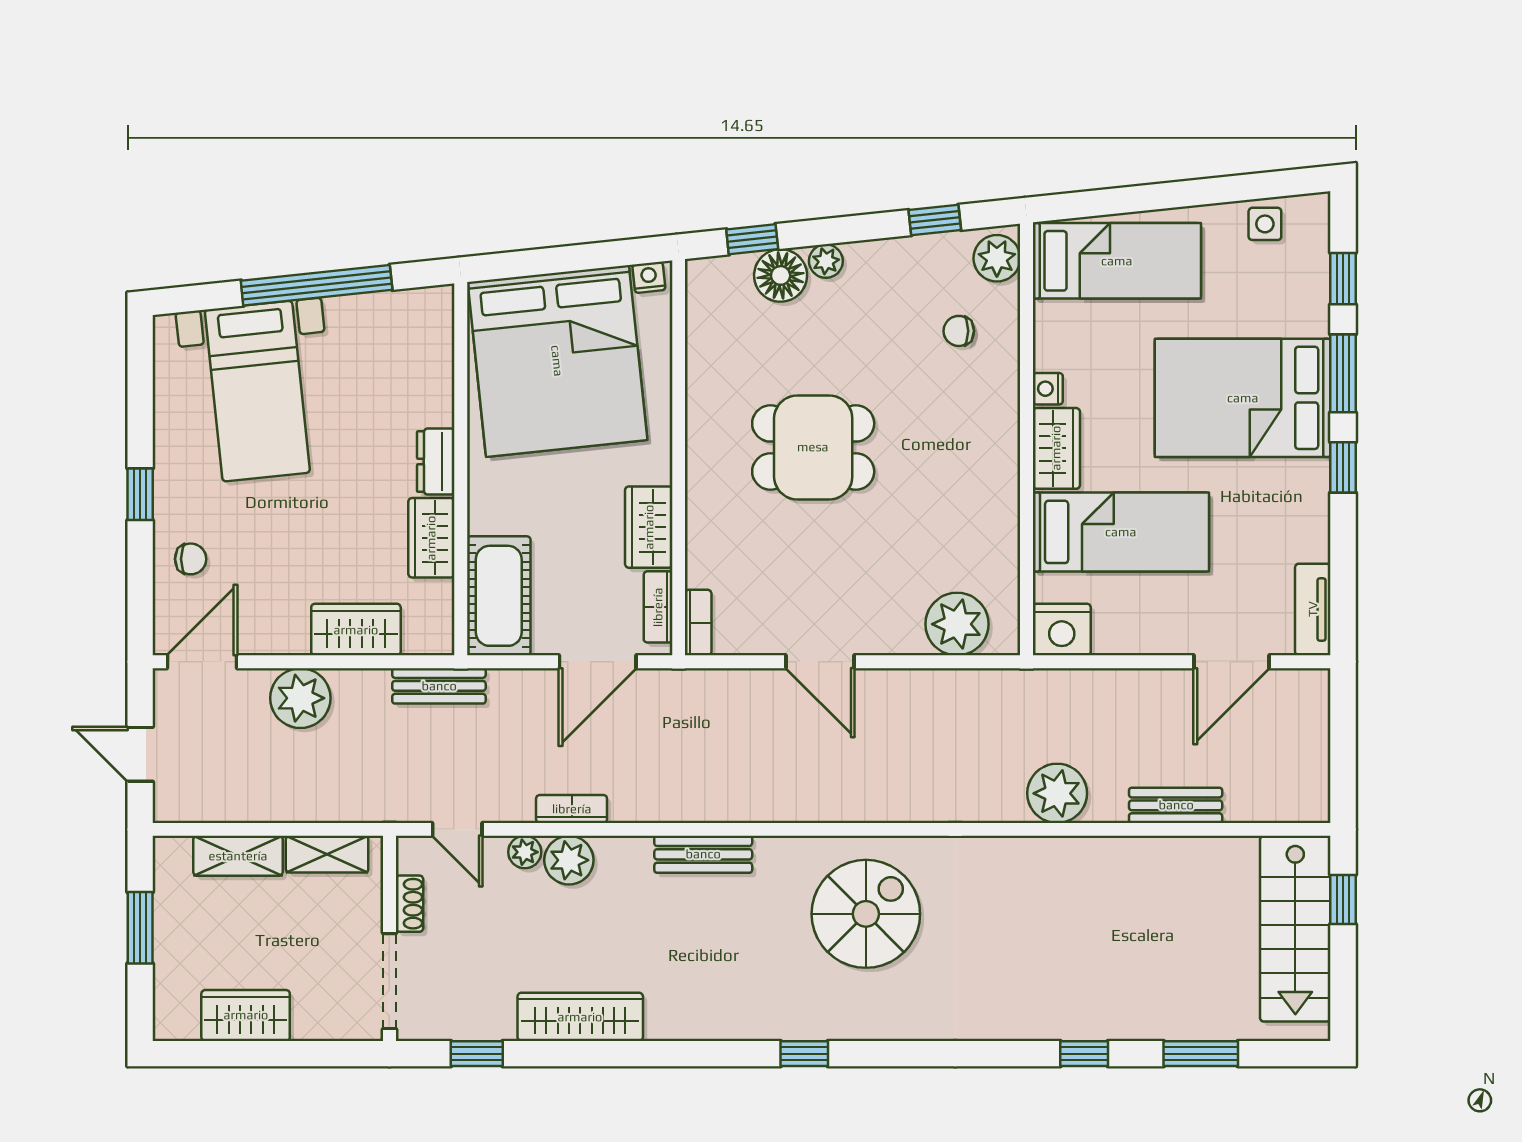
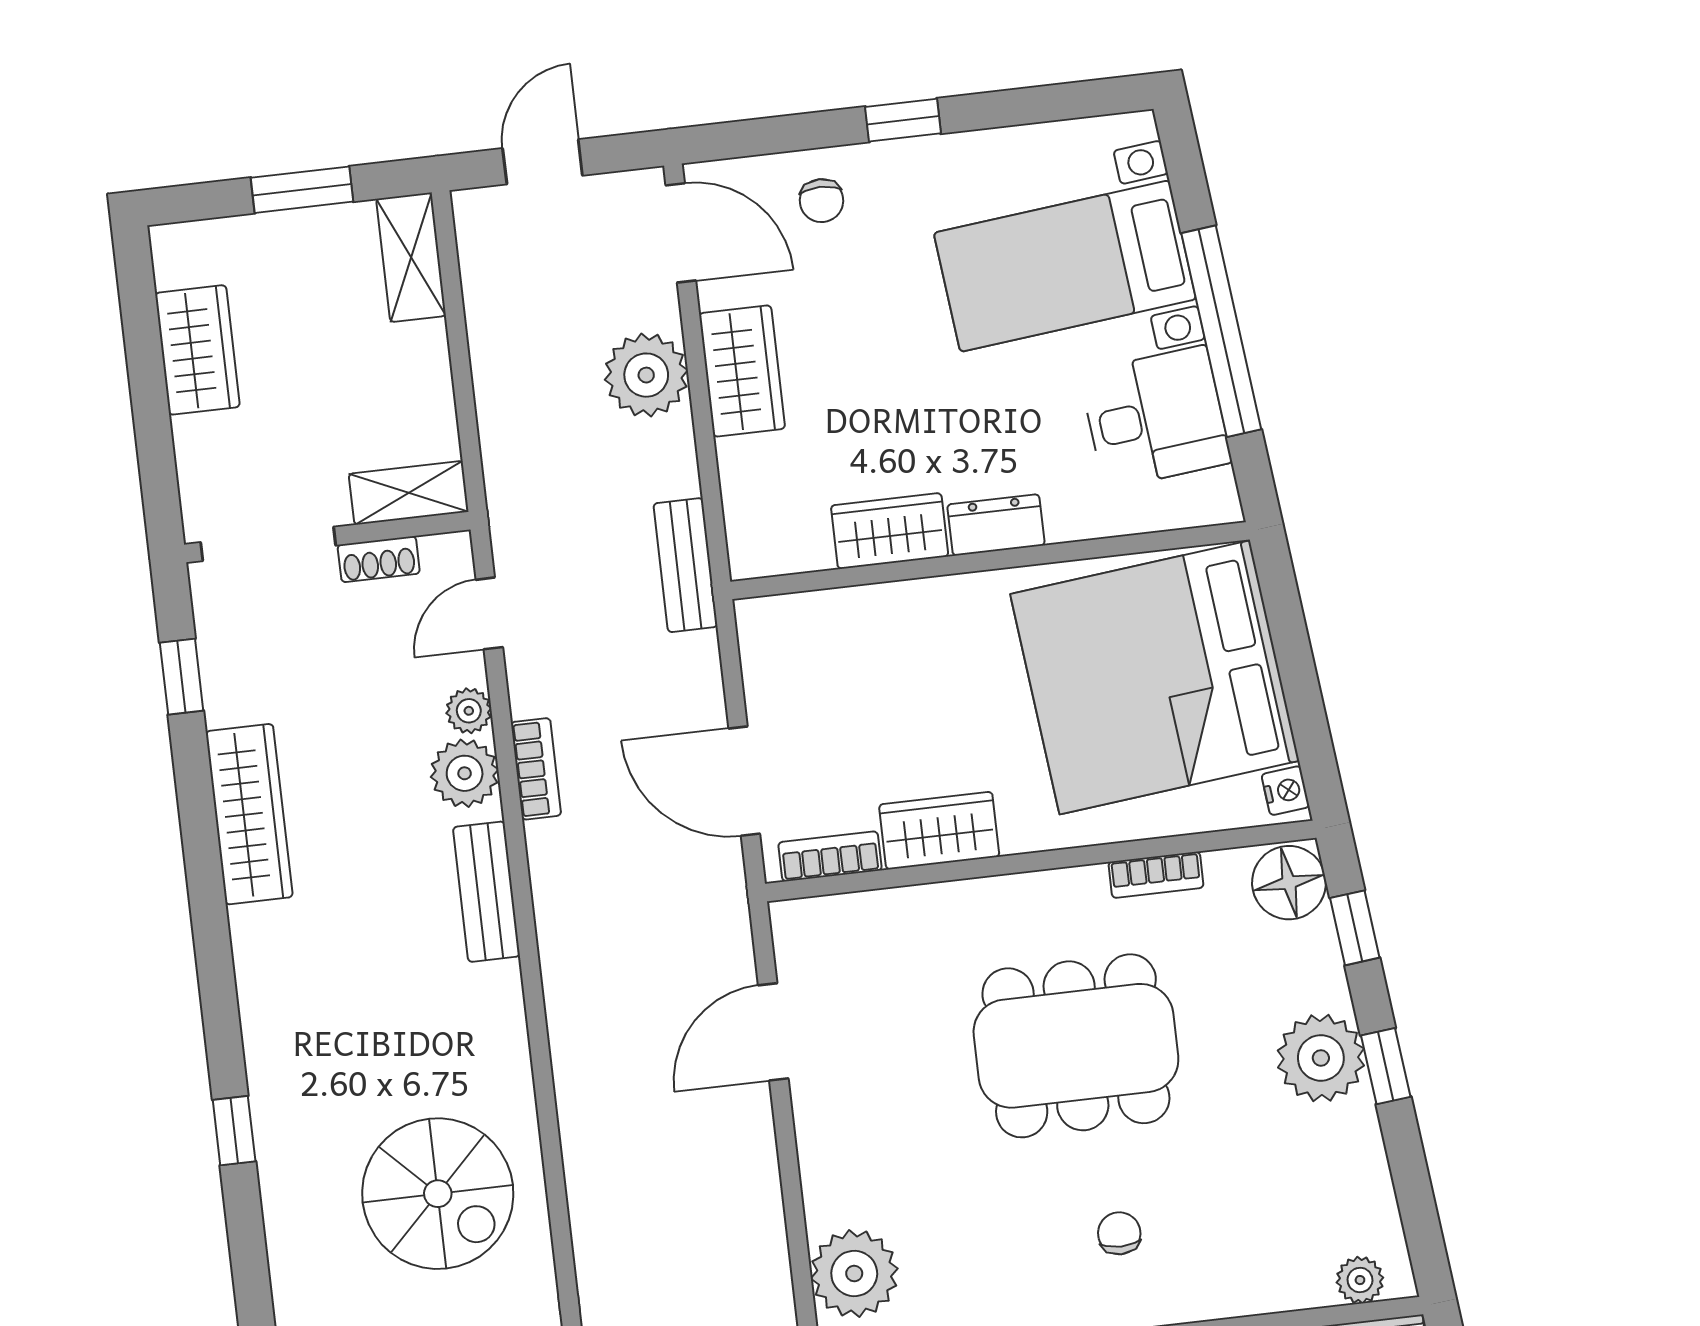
window: (935, 220) -> (1386, 1066), moved
plant: (997, 258) -> (1360, 1280), width x0.73, depth x0.73
plant: (826, 261) -> (1321, 1058), width x1.87, depth x1.87
floor lamp: (781, 275) -> (1289, 883), moved
chair: (959, 331) -> (1119, 1233), moved
desk: (373, 339) -> (1155, 418), added
dining table: (813, 447) -> (1076, 1046), width x1.38
cot: (499, 596) -> (820, 634), removed
bookcase: (698, 623) -> (1156, 875), moved
wardrobe: (356, 630) -> (742, 371), moved
door: (820, 662) -> (773, 1032), moved
shelving: (327, 854) -> (409, 493), moved, turned 90
bench: (703, 854) -> (486, 892), moved
shelving: (238, 856) -> (411, 257), moved

